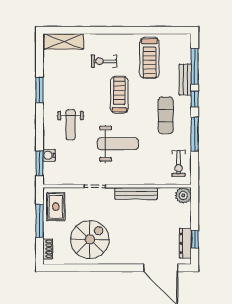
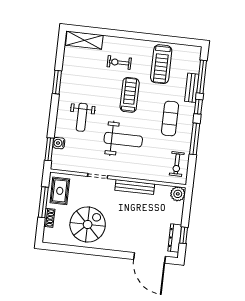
shoe rack: (48, 249) -> (49, 218), moved

